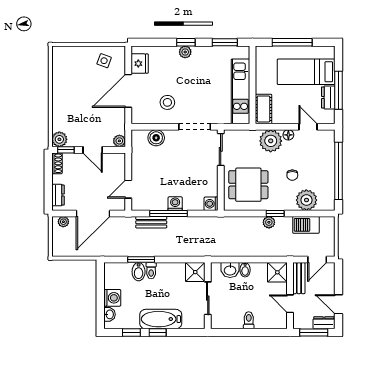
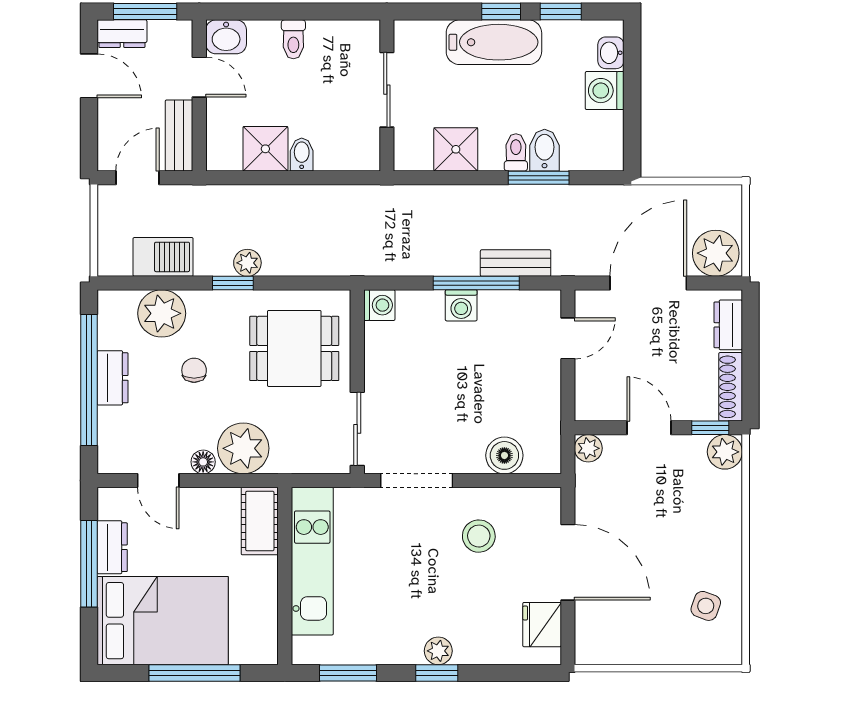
side table: (104, 61) -> (706, 606), moved
bed: (306, 72) -> (163, 621), width x1.50
door: (128, 91) -> (568, 562), hinge flipped
shoe rack: (57, 163) -> (731, 387), width x1.43
dresser: (328, 172) -> (113, 378), added
plant: (63, 222) -> (716, 253), width x1.88, depth x1.88
washbasin: (230, 270) -> (226, 37), moved, turned 180
shower: (195, 272) -> (456, 149), moved
shower: (277, 272) -> (265, 149), moved

